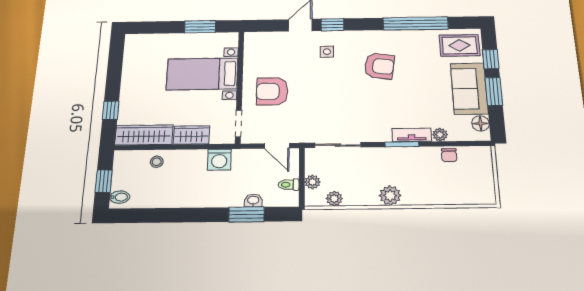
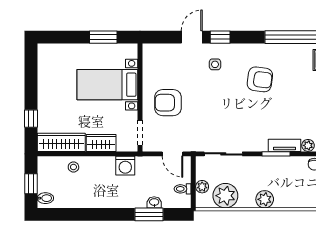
plant: (334, 199) -> (225, 196), width x1.88, depth x1.88

